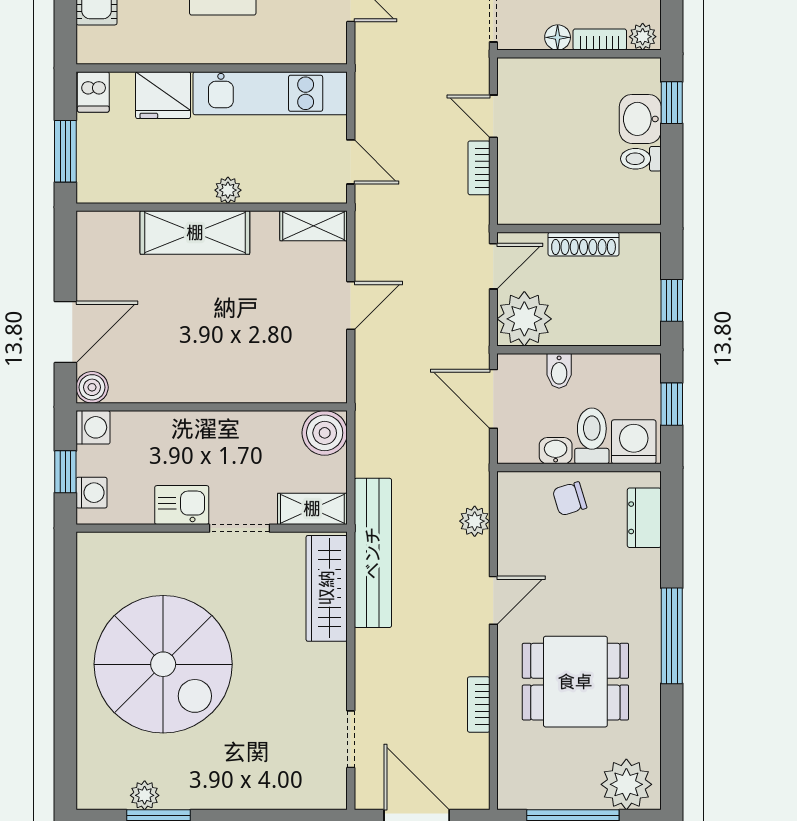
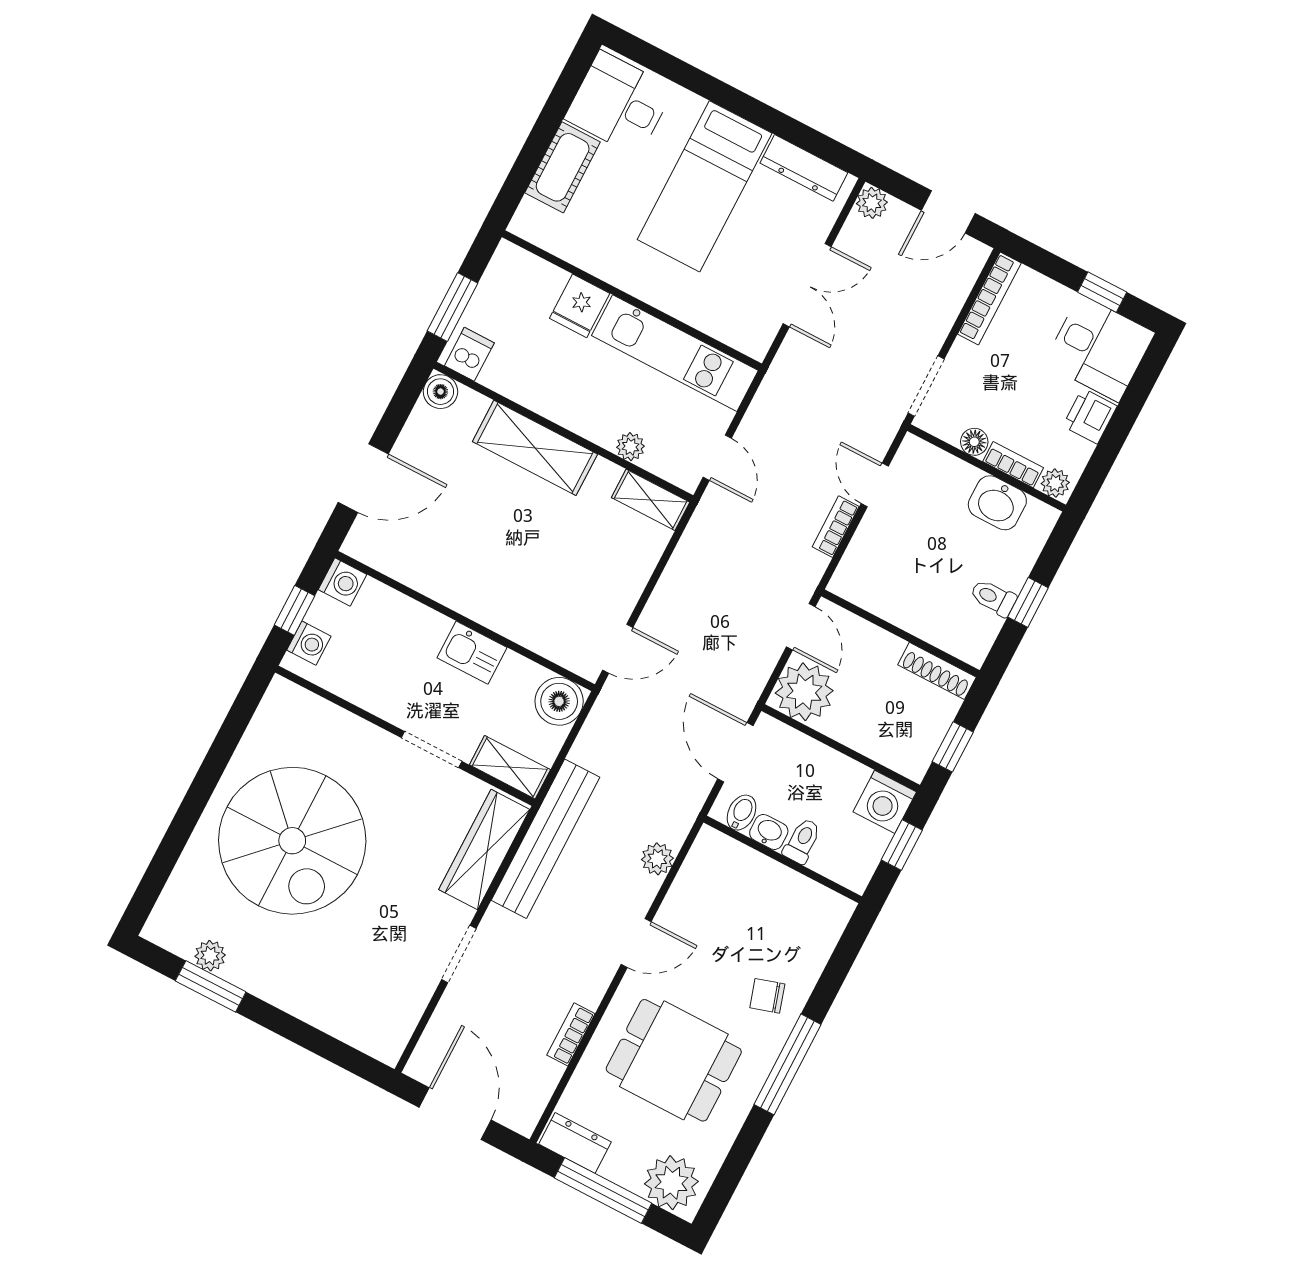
dishwasher: (93, 92) -> (469, 354), moved, turned 180
fridge: (163, 95) -> (580, 306), width x0.72
window: (672, 103) -> (1028, 602), moved
washbasin: (640, 119) -> (997, 503), moved, turned -90
plant: (228, 190) -> (630, 447), moved
shoe rack: (584, 244) -> (937, 671), moved
door: (493, 266) -> (801, 627), hinge flipped
door: (351, 305) -> (618, 649), moved
bidet: (559, 371) -> (742, 813), moved, turned 180
boiler: (92, 387) -> (440, 392), moved
toilet: (592, 436) -> (802, 841), width x0.73, depth x0.72
washing machine: (634, 442) -> (885, 802), moved, turned 180
chair: (570, 499) -> (767, 996), moved
kitchen sink: (182, 505) -> (472, 653), moved, turned 180
dresser: (644, 518) -> (575, 1143), moved, turned 90
doorway: (351, 739) -> (459, 954), moved

